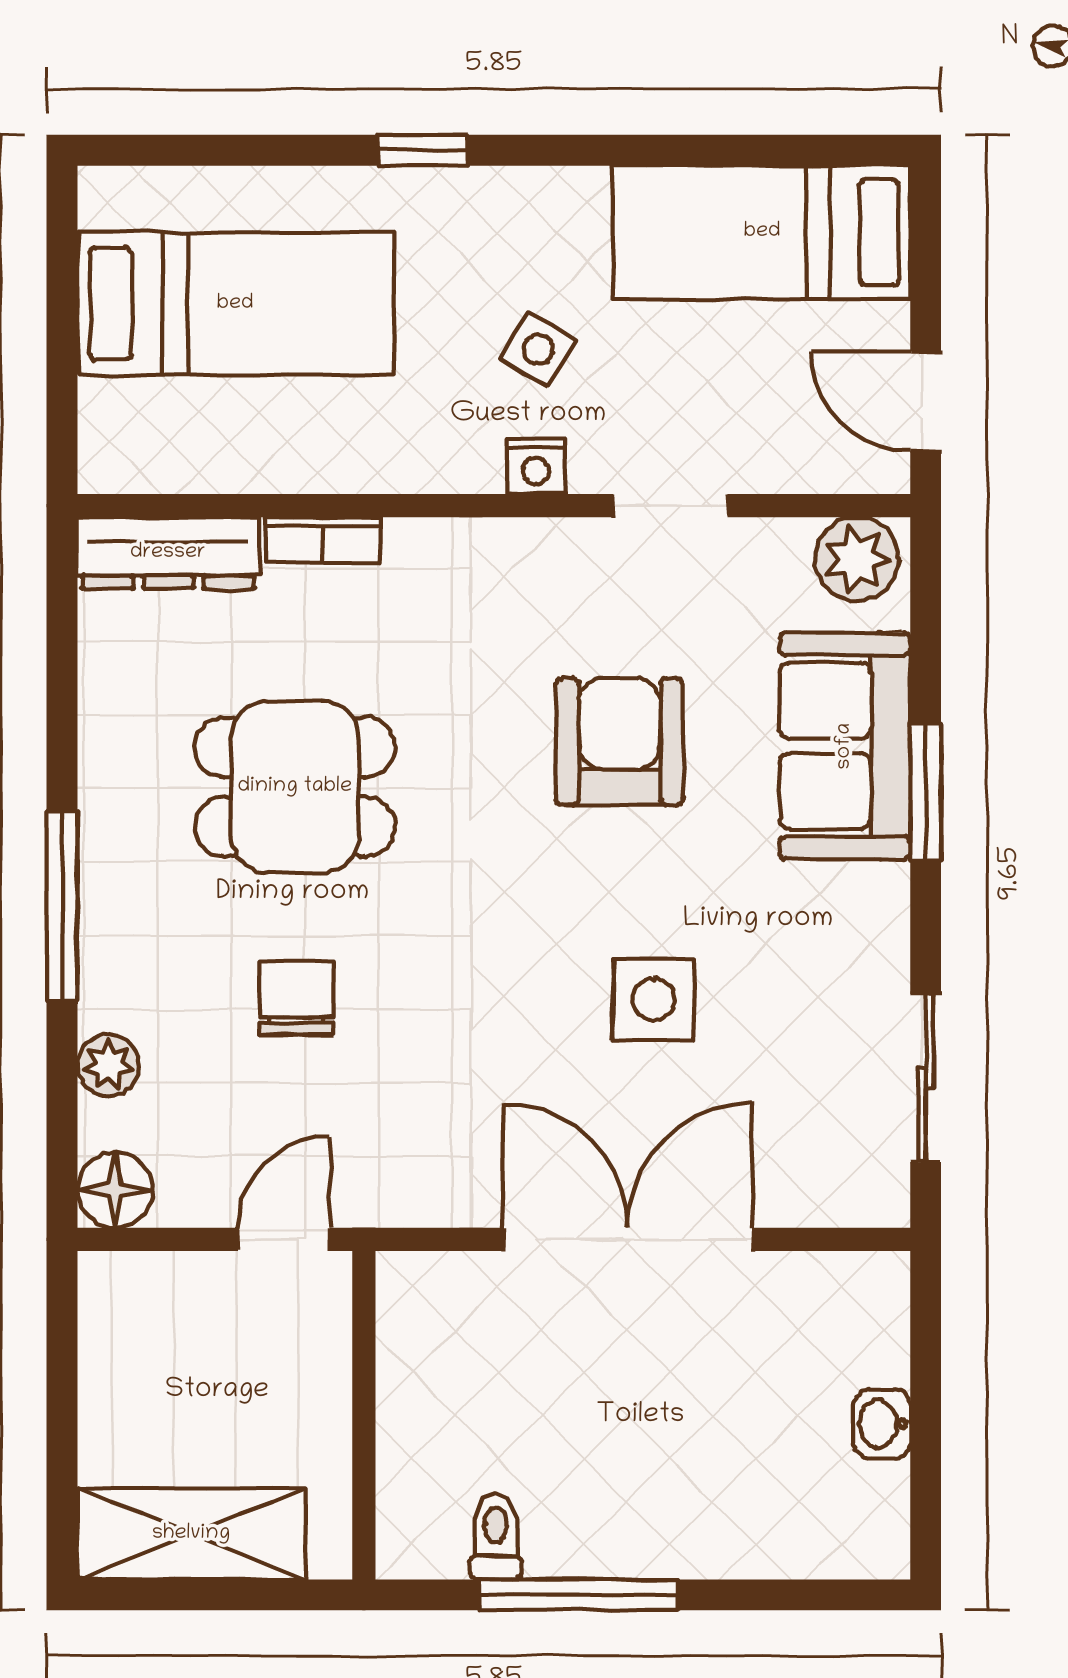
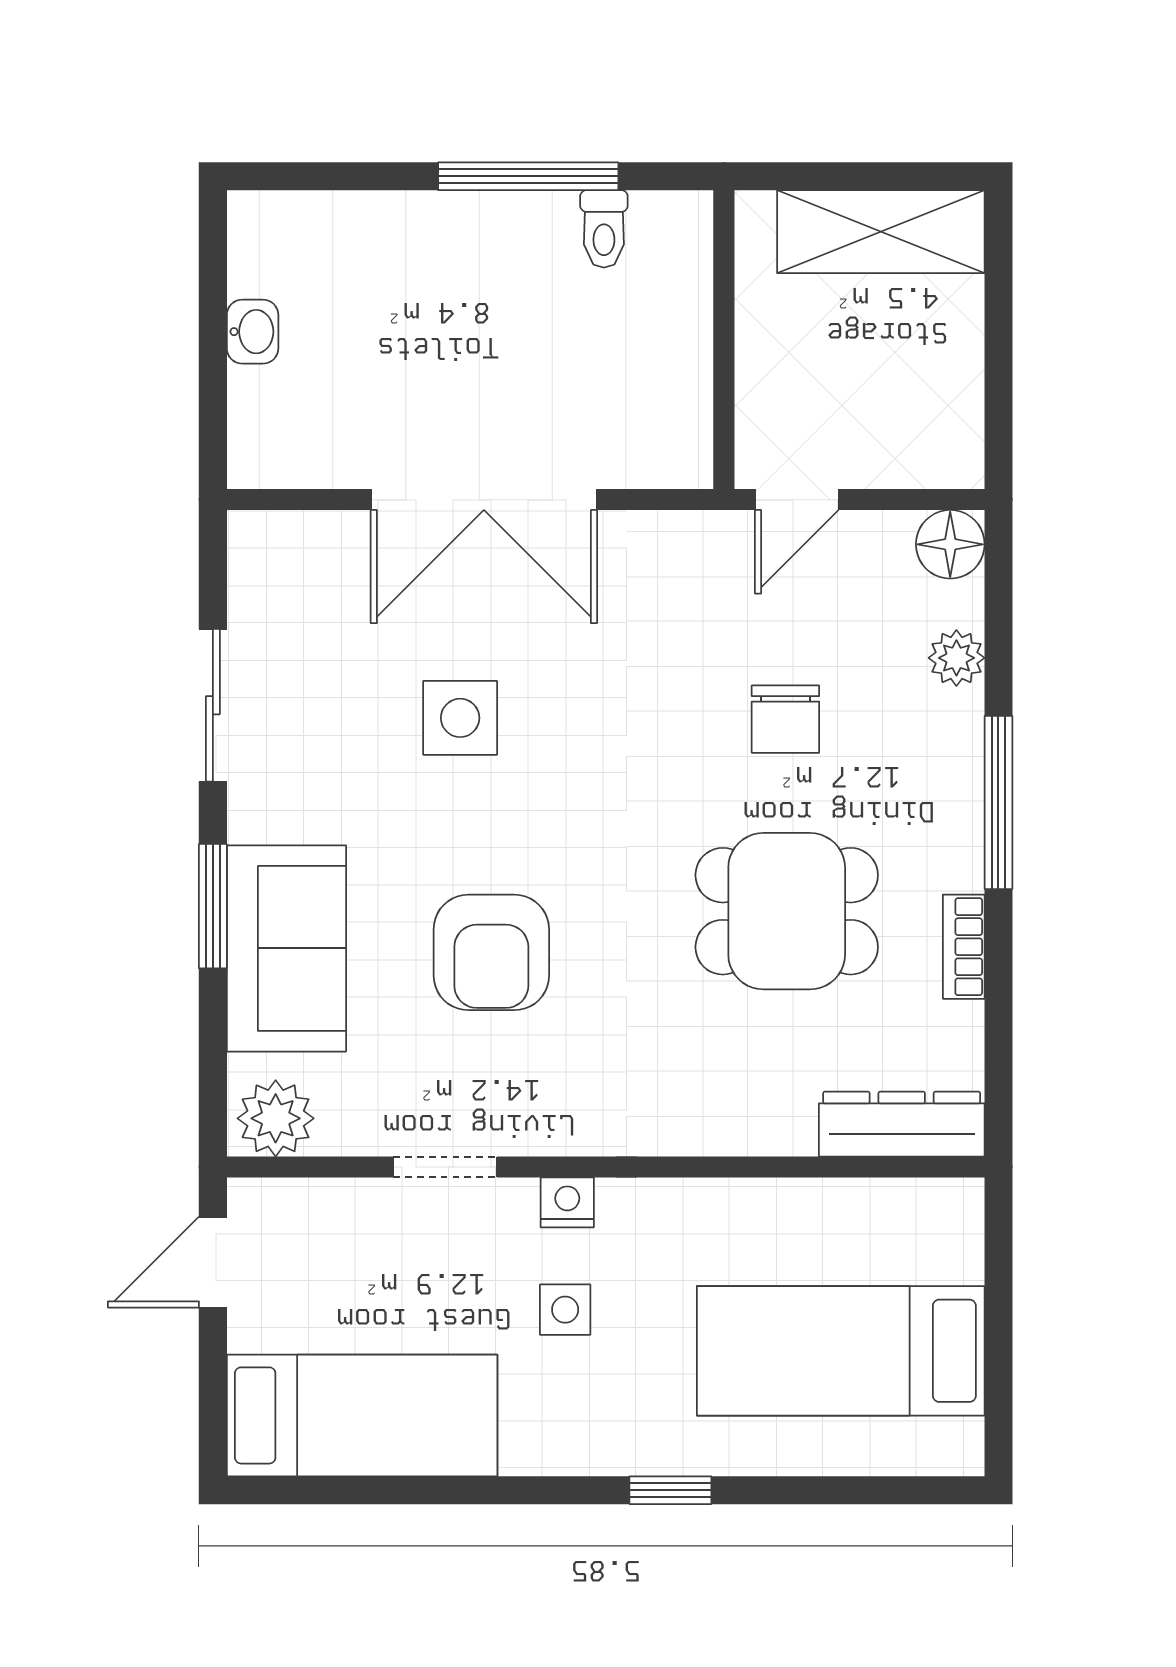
side table: (538, 349) -> (565, 1310), turned -31
door: (926, 401) -> (213, 1262), swing flipped
bookcase: (323, 540) -> (964, 947), moved, turned -90
sliding door: (926, 1078) -> (213, 705), moved

